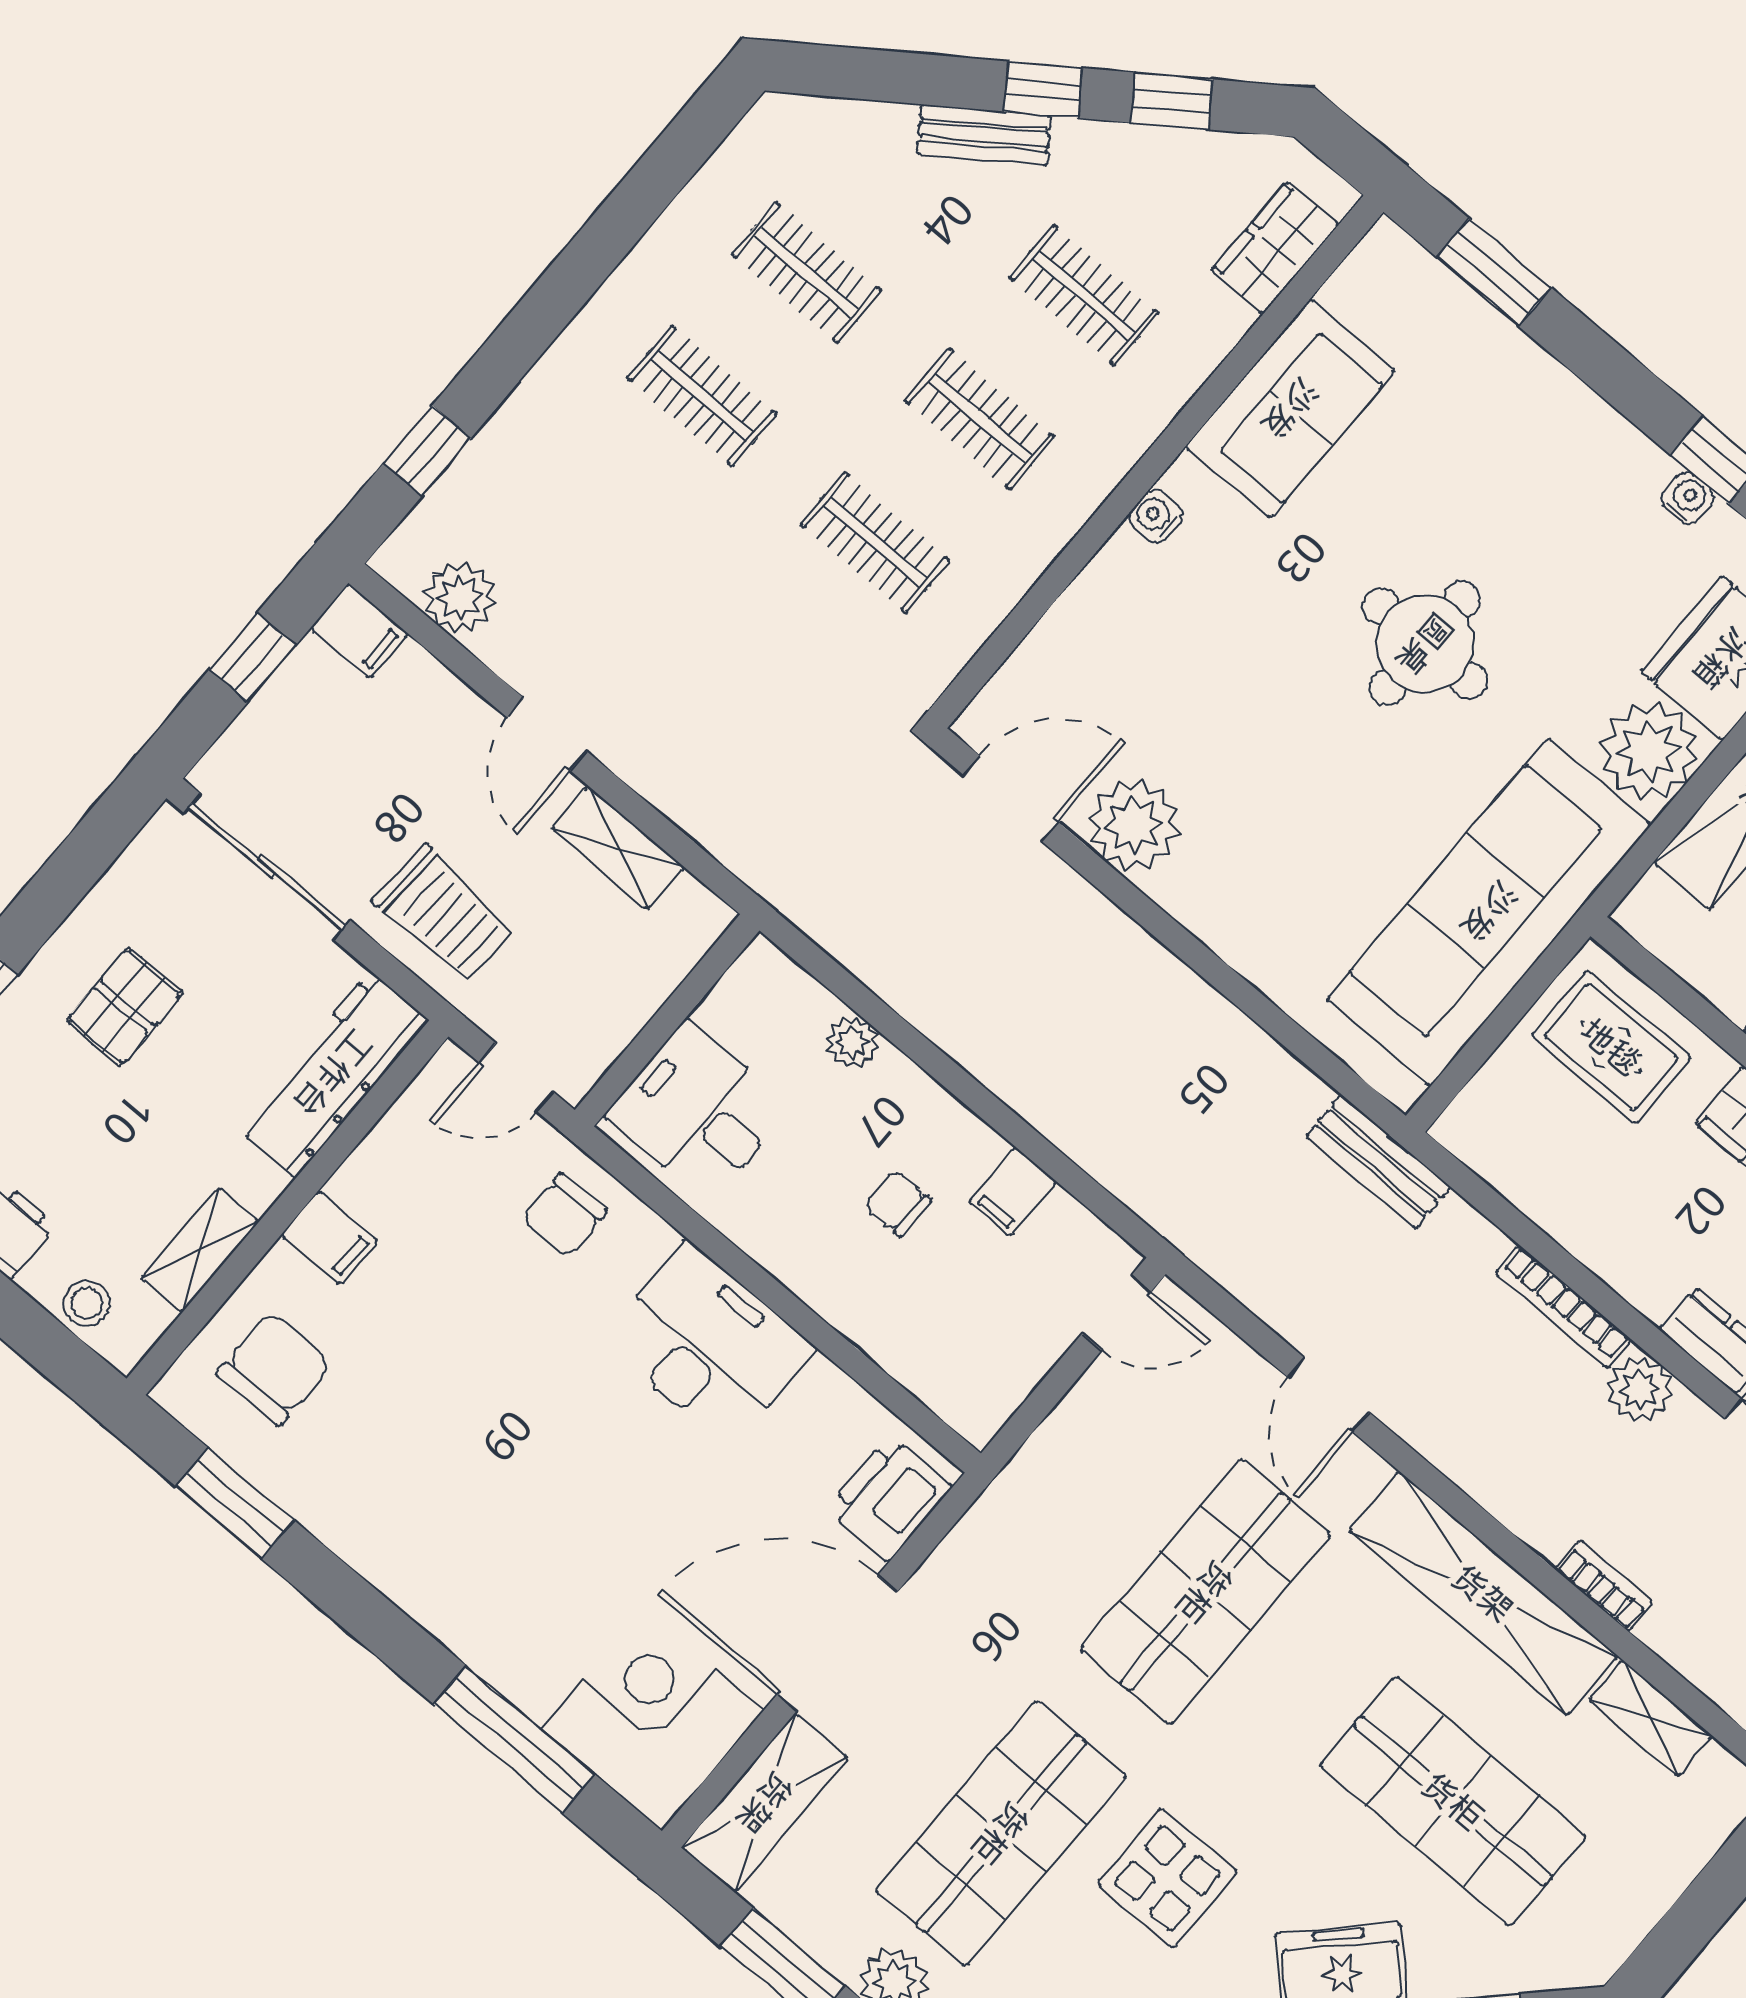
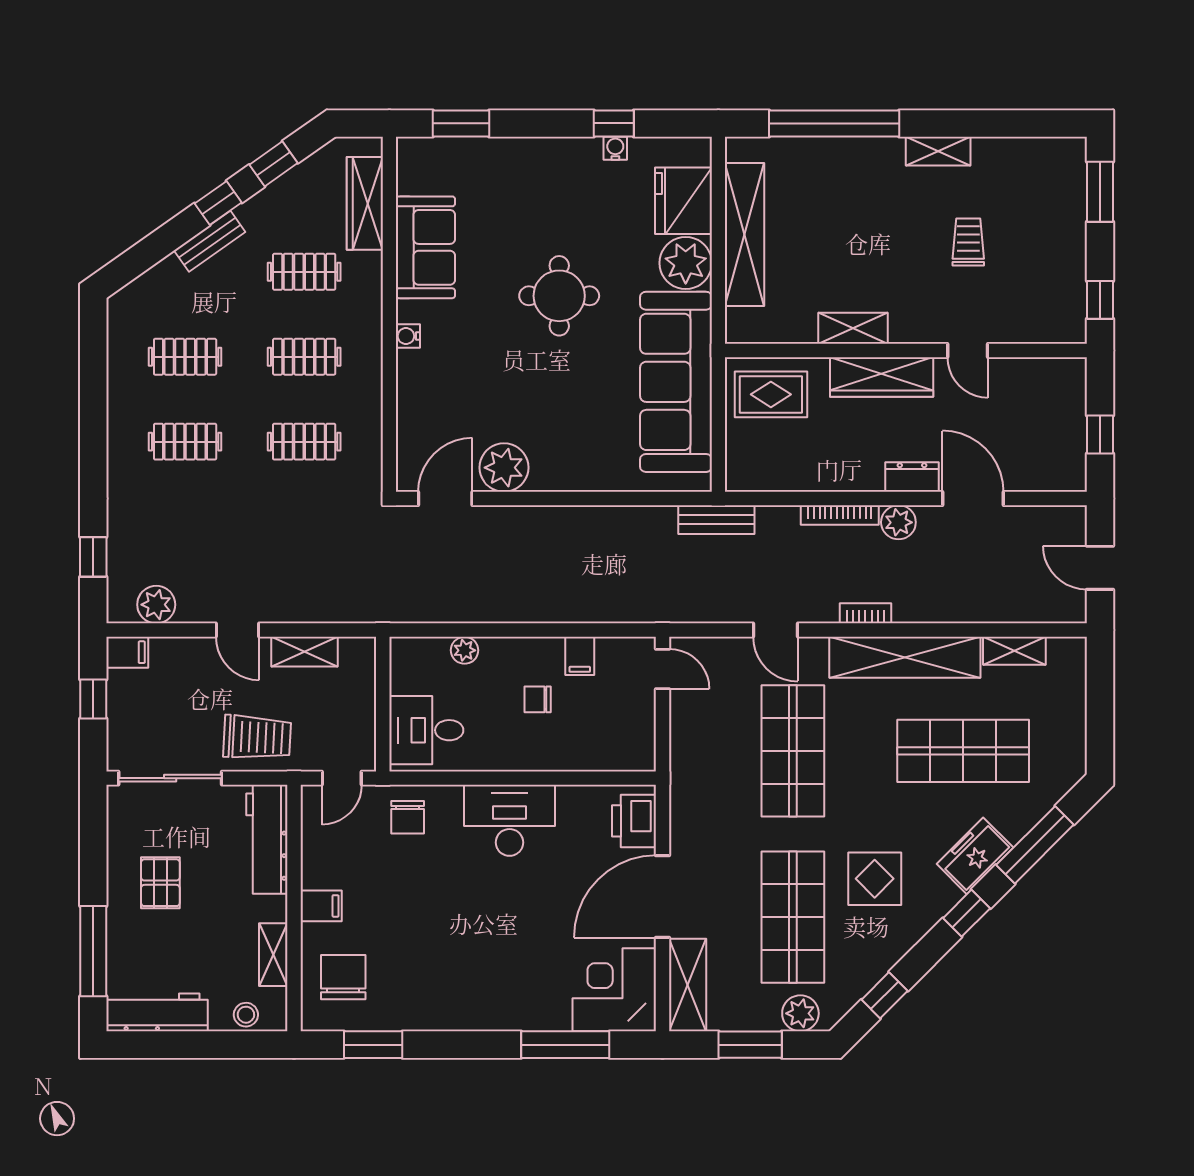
wardrobe: (1275, 248) -> (365, 203), width x1.50
door: (1117, 1313) -> (662, 669), hinge flipped
bookcase: (1604, 1586) -> (865, 613), moved

